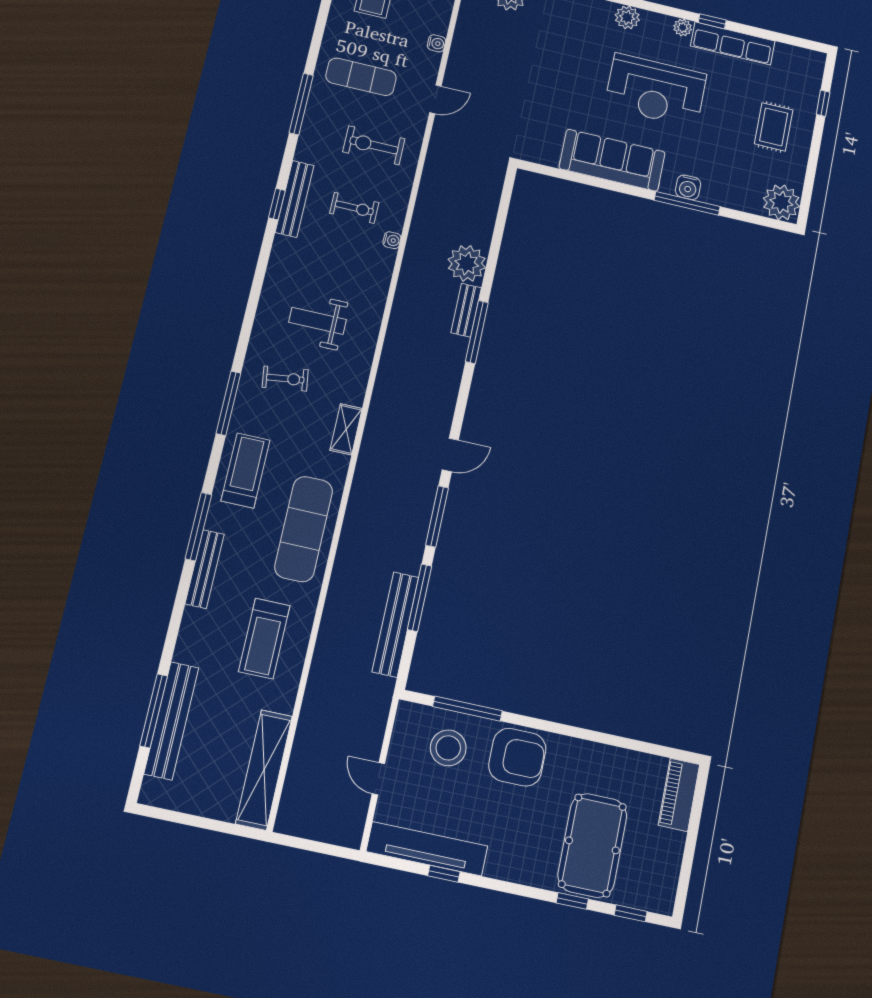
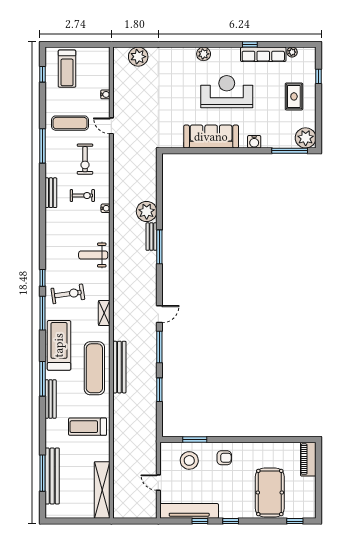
plant: (683, 28) -> (292, 52), moved
reception desk: (656, 90) -> (227, 92), turned 180
door: (435, 99) -> (111, 126), swing flipped
exercise bike: (374, 145) -> (85, 159), turned -90
bench: (295, 199) -> (51, 193), width x0.73
window: (687, 203) -> (290, 151), moved
window: (277, 204) -> (43, 278), moved
weight bench: (318, 321) -> (93, 255), moved
exercise bike: (285, 379) -> (68, 294), width x1.38, depth x1.39
treadmill: (246, 471) -> (59, 345), width x1.37, depth x1.38
window: (420, 598) -> (159, 390), width x0.69
bench: (395, 624) -> (119, 367), moved
treadmill: (264, 638) -> (88, 427), turned 90
window: (467, 709) -> (195, 439), width x0.69
armchair: (517, 757) -> (224, 458), width x0.53, depth x0.53
window: (572, 901) -> (231, 521), moved

